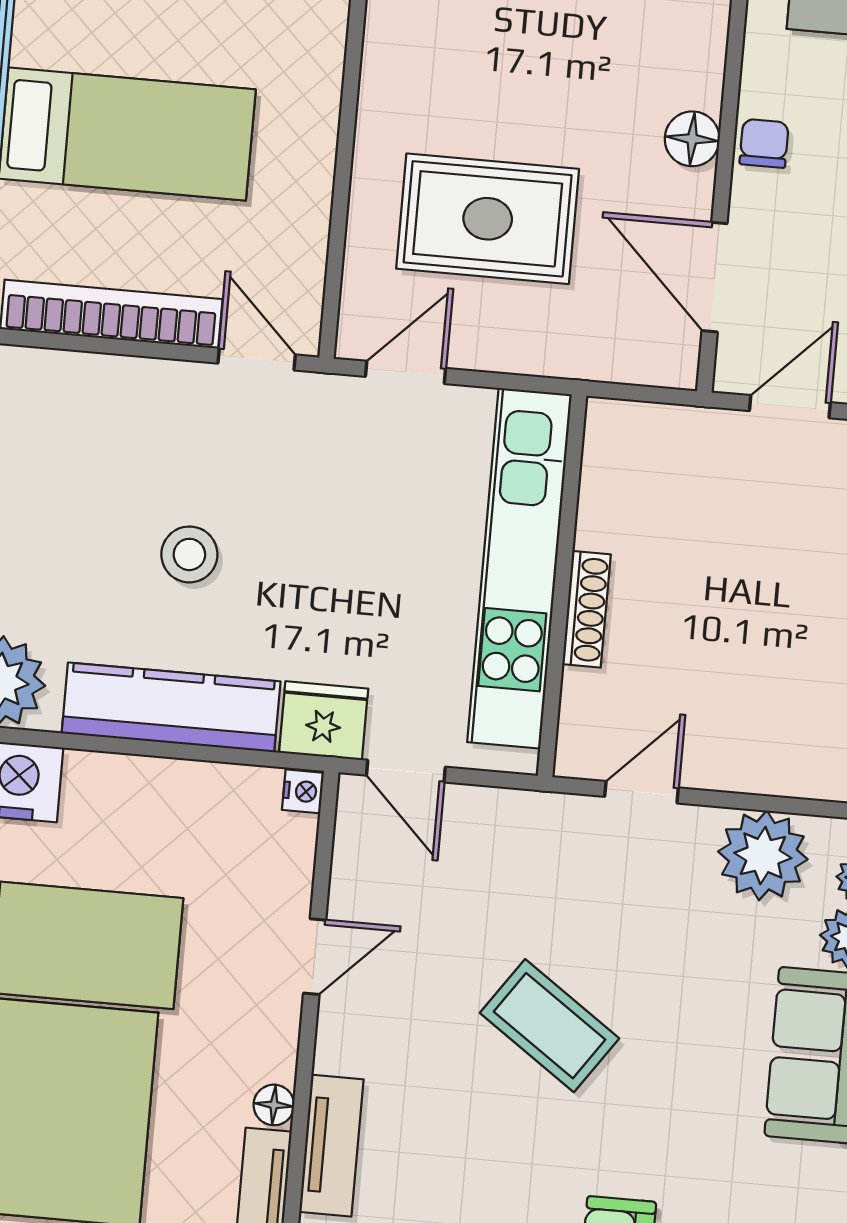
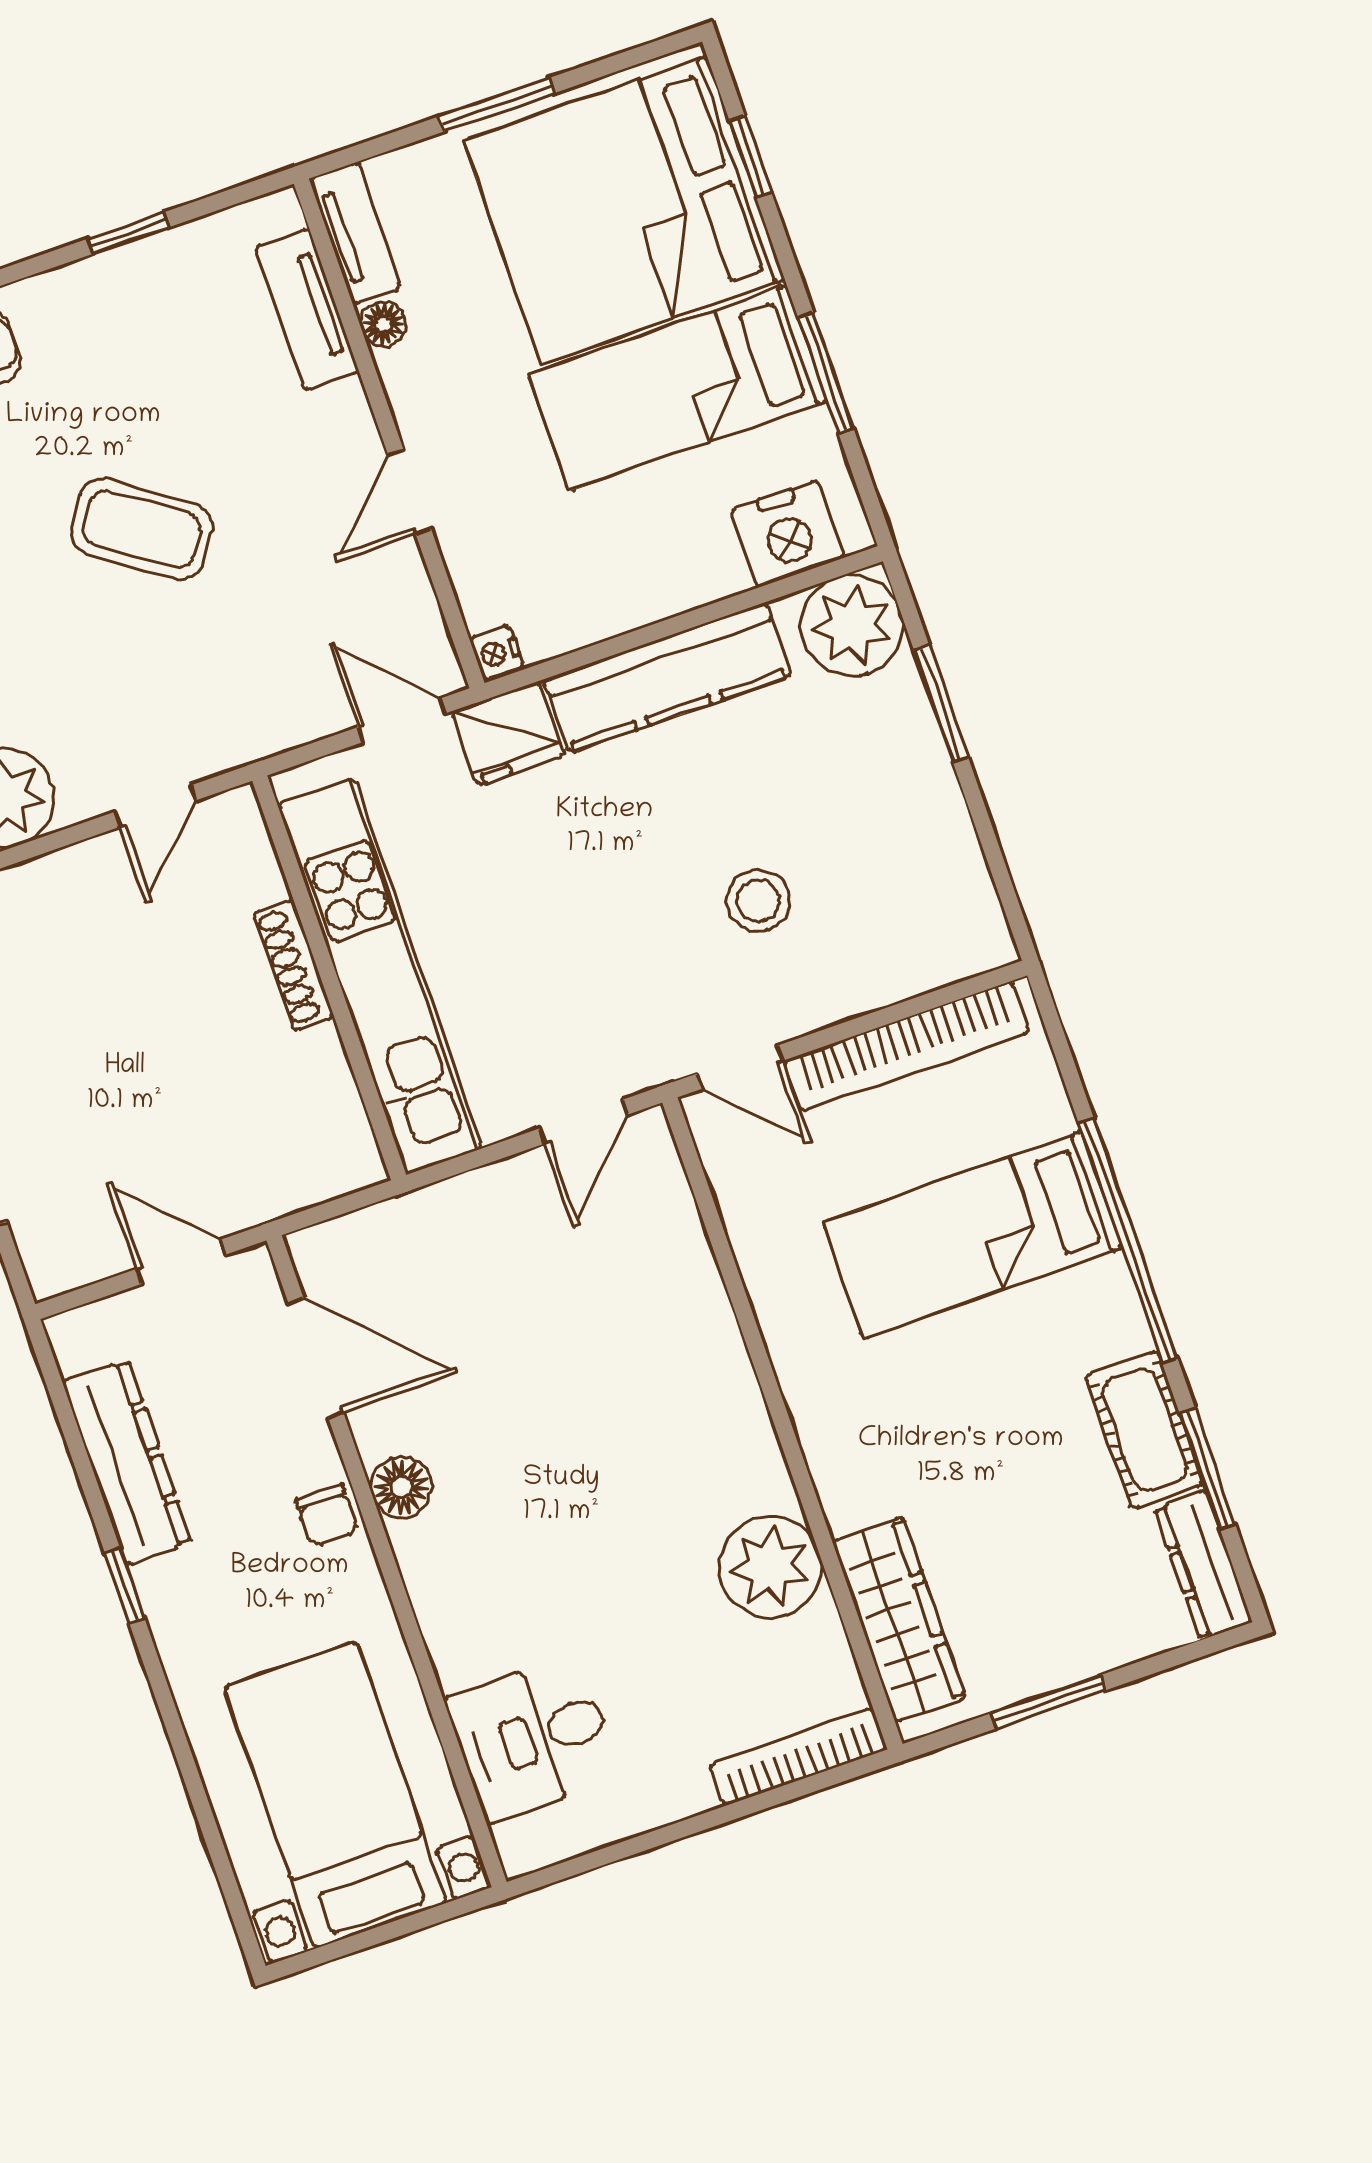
rug: (488, 219) -> (571, 1314), removed
door: (790, 407) -> (181, 1262), swing flipped
stool: (189, 554) -> (758, 901), moved

